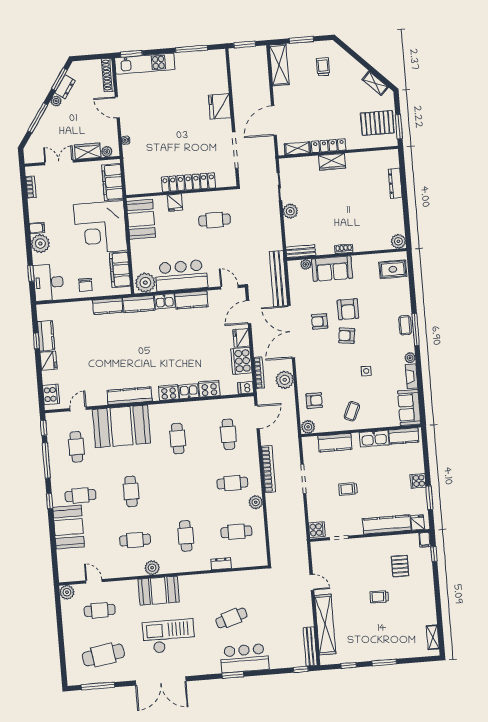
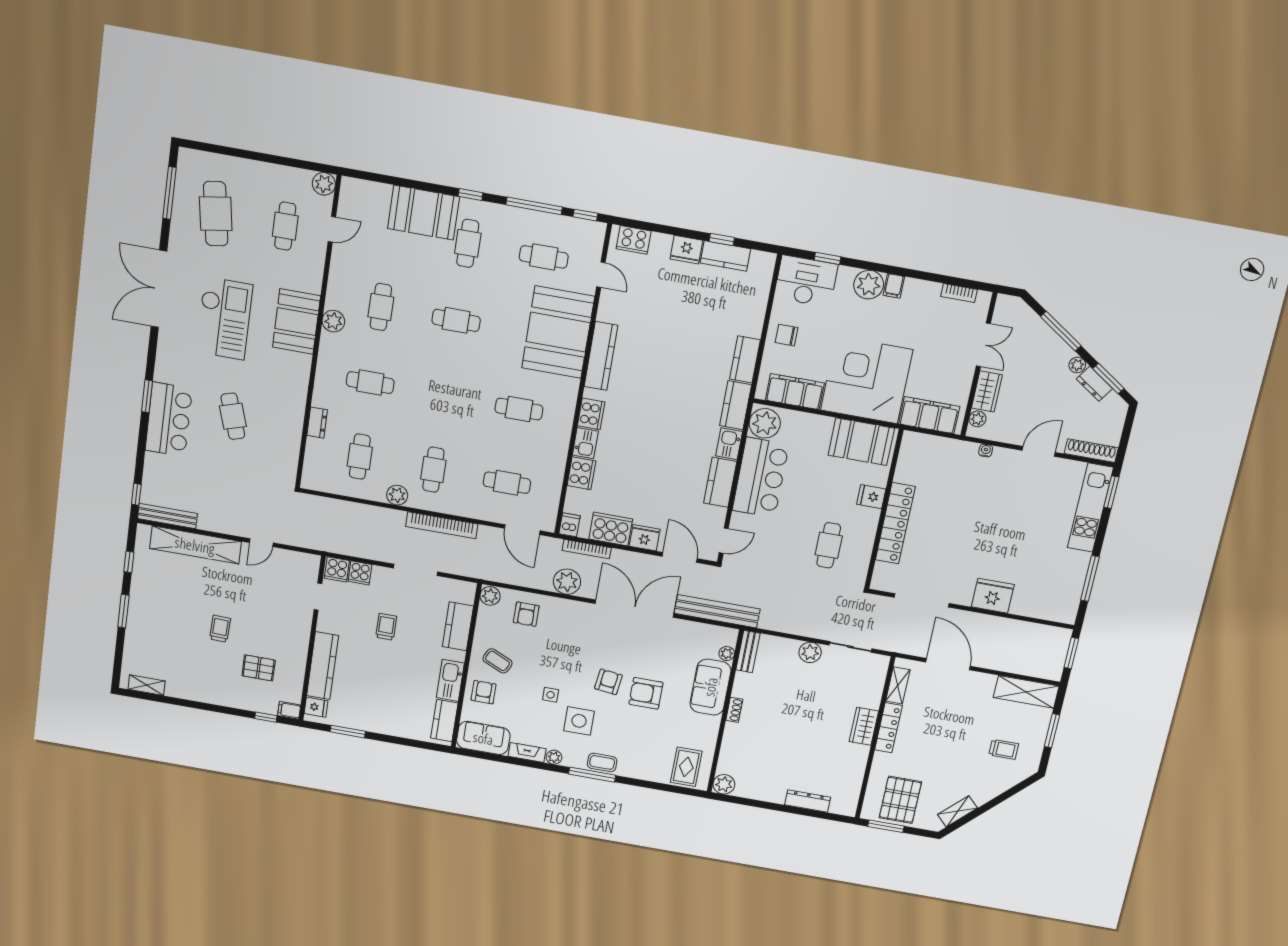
armchair: (320, 321) -> (484, 692), moved
side table: (380, 348) -> (579, 721), added
cooker: (418, 481) -> (360, 573), moved, turned 180

